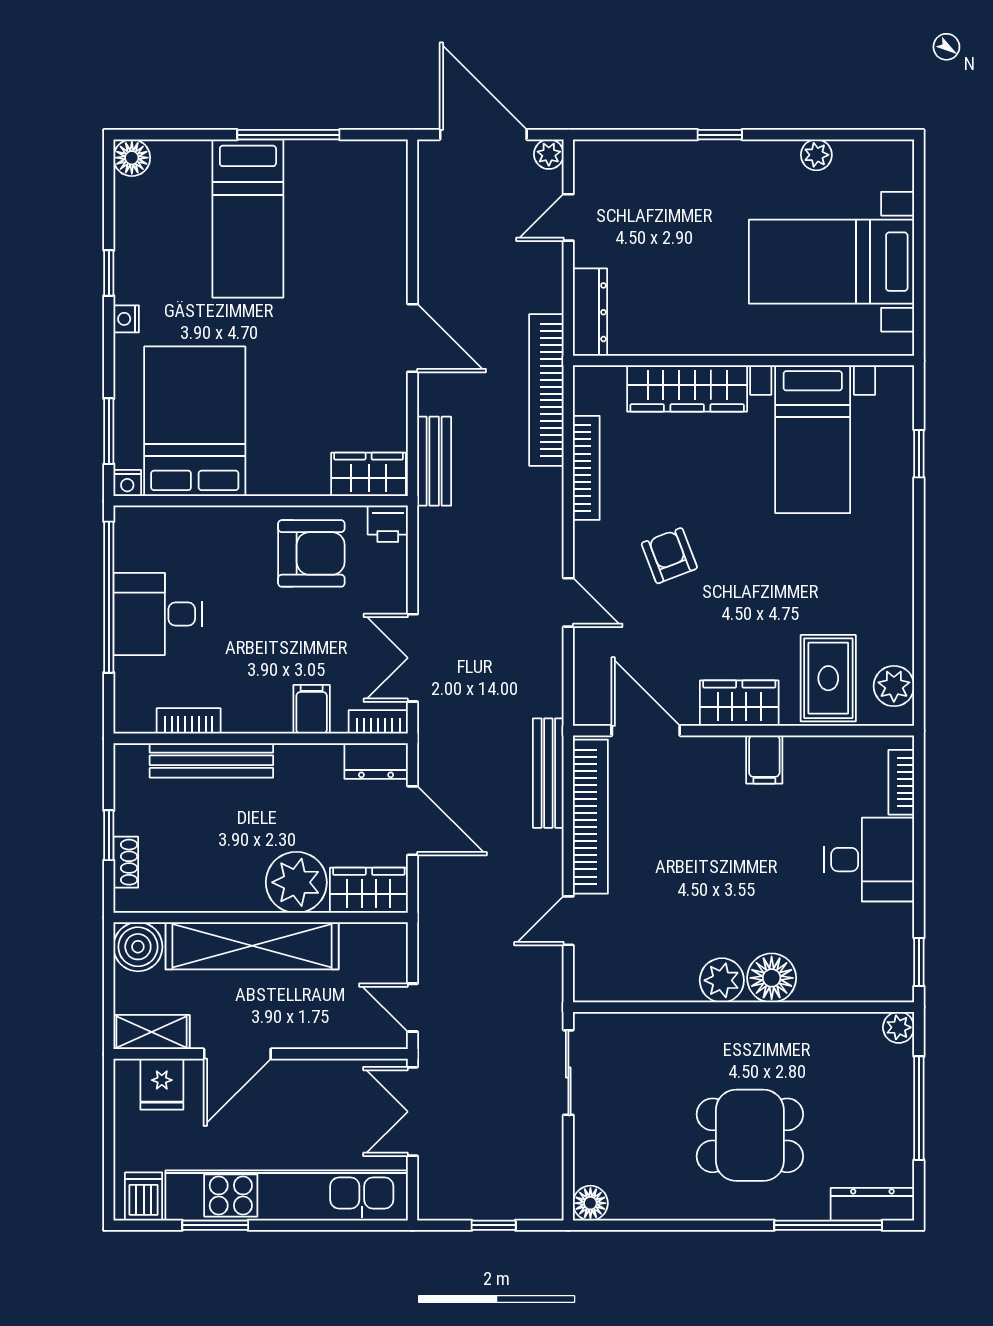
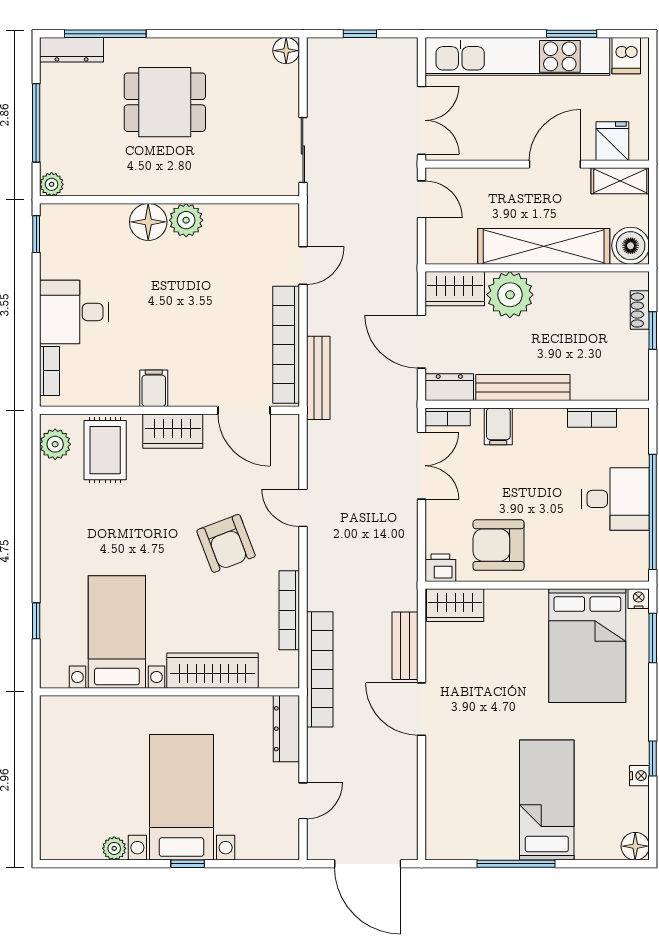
plant: (549, 154) -> (318, 849), removed
bed with nightstands: (832, 262) -> (182, 797), moved, turned -90
nightstand: (126, 319) -> (639, 776), moved
bench: (434, 461) -> (405, 646), moved
armchair: (669, 556) -> (226, 543), width x1.38, depth x1.38
bench: (211, 760) -> (523, 388), moved

